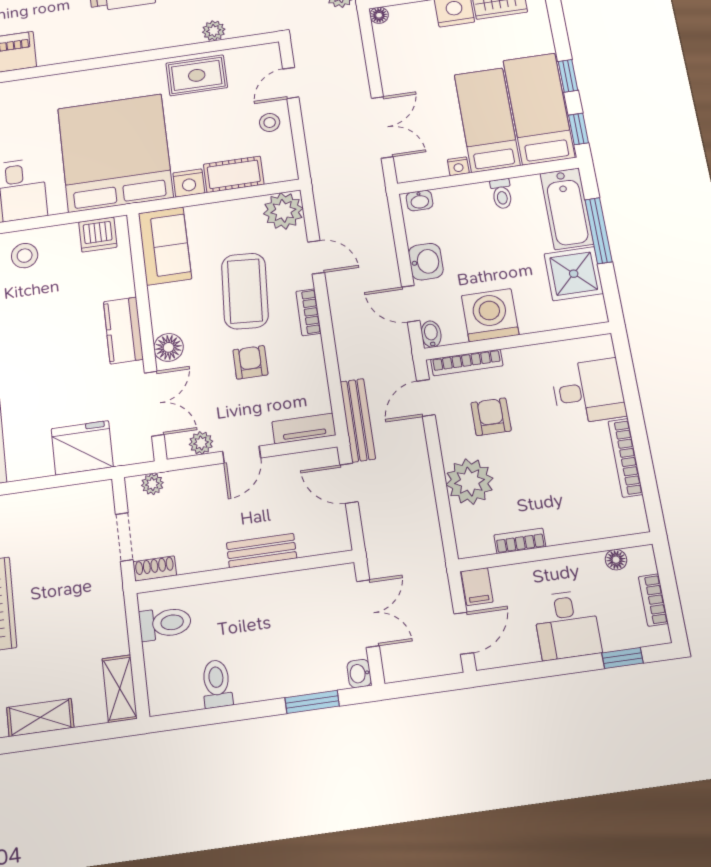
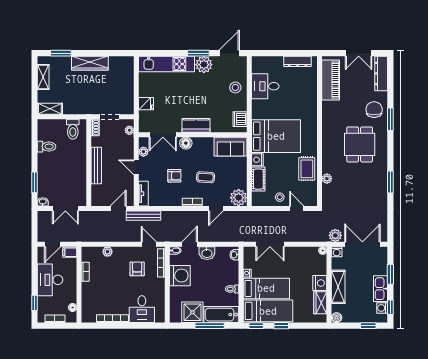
bed: (115, 153) -> (276, 136), width x0.73
coffee table: (245, 291) -> (206, 177), width x0.54, depth x0.58
armchair: (491, 417) -> (137, 269), turned -90
fridge: (82, 448) -> (146, 104), width x0.53, depth x0.75
plant: (470, 482) -> (107, 252), width x0.53, depth x0.53
bench: (262, 551) -> (96, 166), width x1.36
desk: (567, 625) -> (50, 280), width x1.37
door: (464, 633) -> (53, 244), hinge flipped

